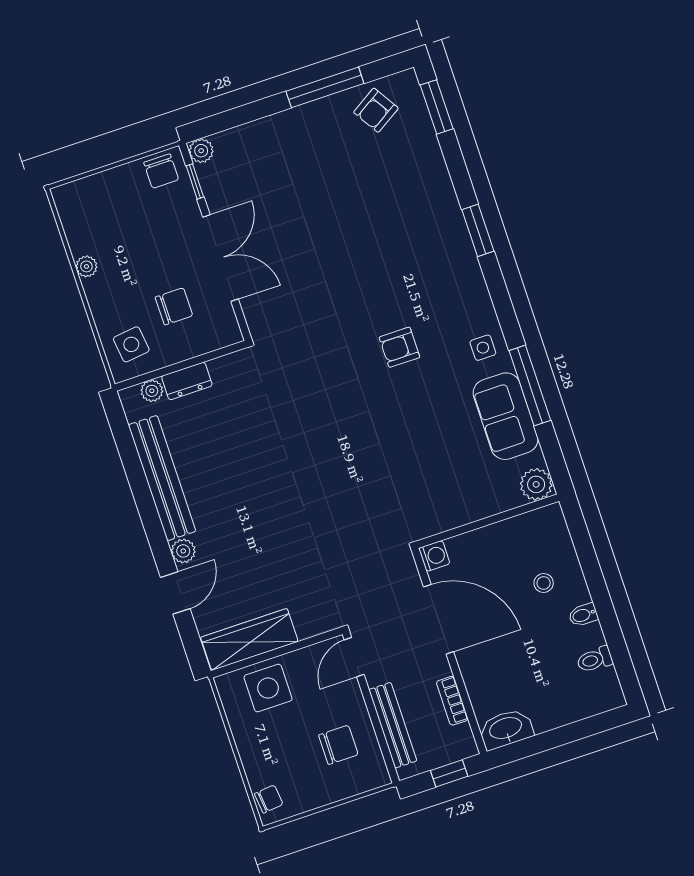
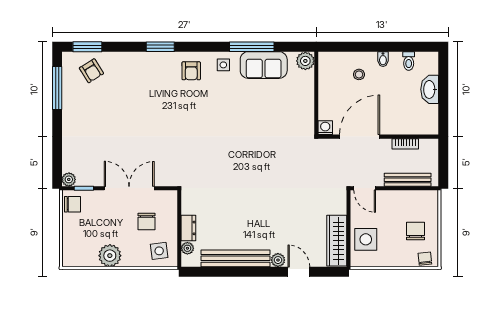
window: (325, 87) -> (57, 88), moved
armchair: (376, 110) -> (91, 71), moved
plant: (86, 266) -> (110, 256), width x1.88, depth x1.88
chair: (174, 306) -> (147, 221), turned 180
armchair: (399, 347) -> (191, 71), moved
washbasin: (506, 729) -> (430, 89), moved
chair: (338, 745) -> (415, 231), moved
window: (449, 773) -> (443, 158), removed

